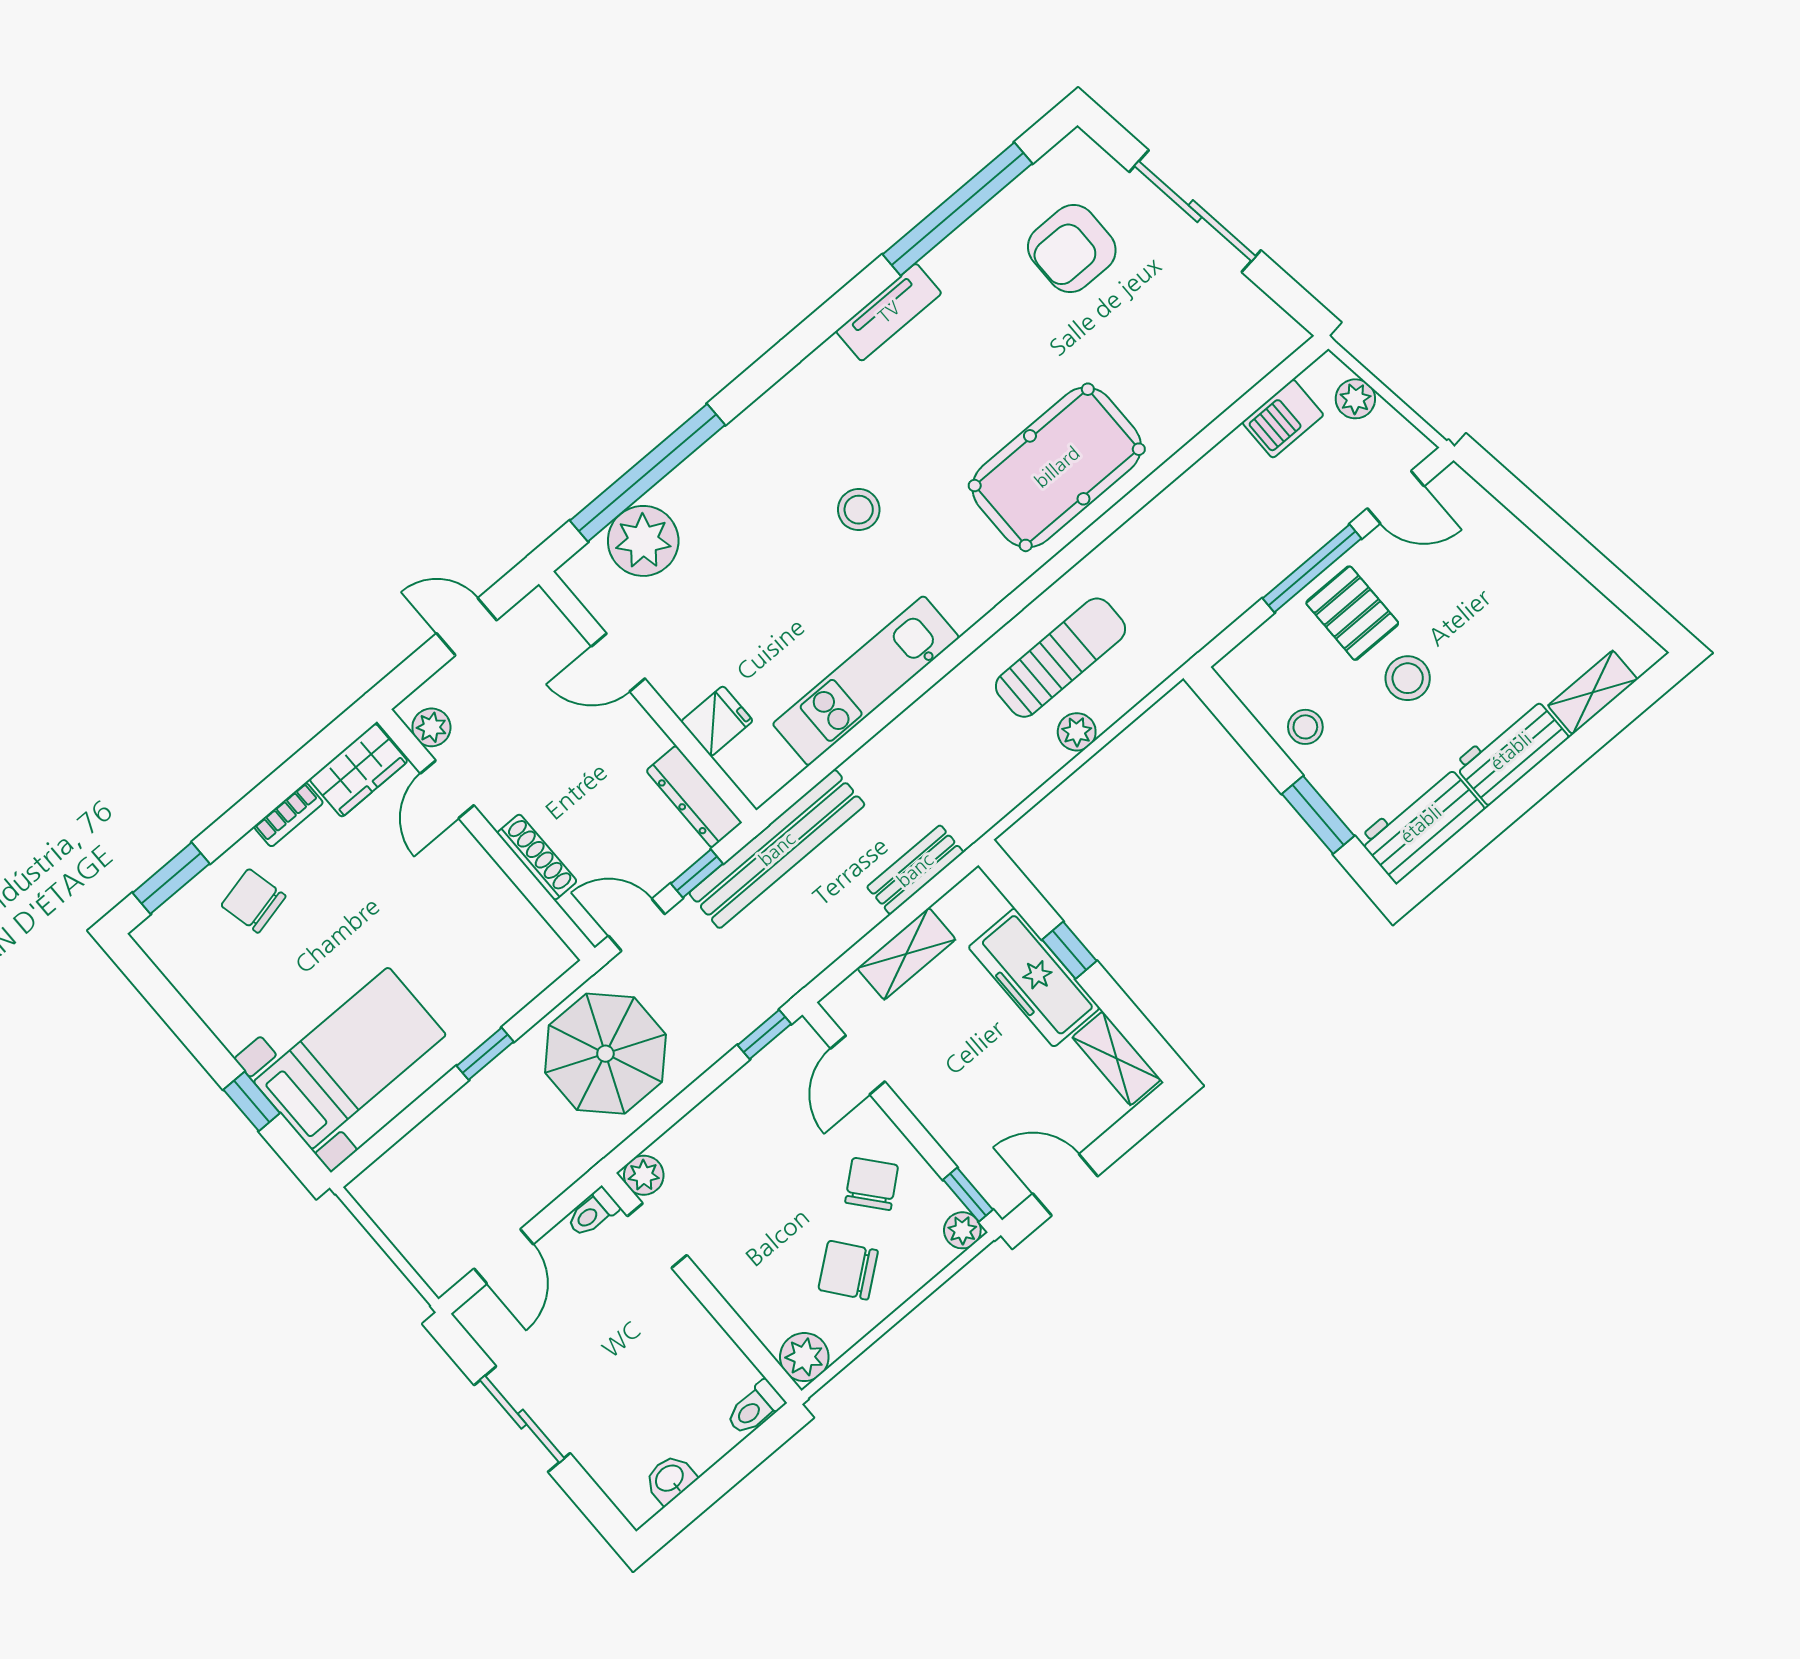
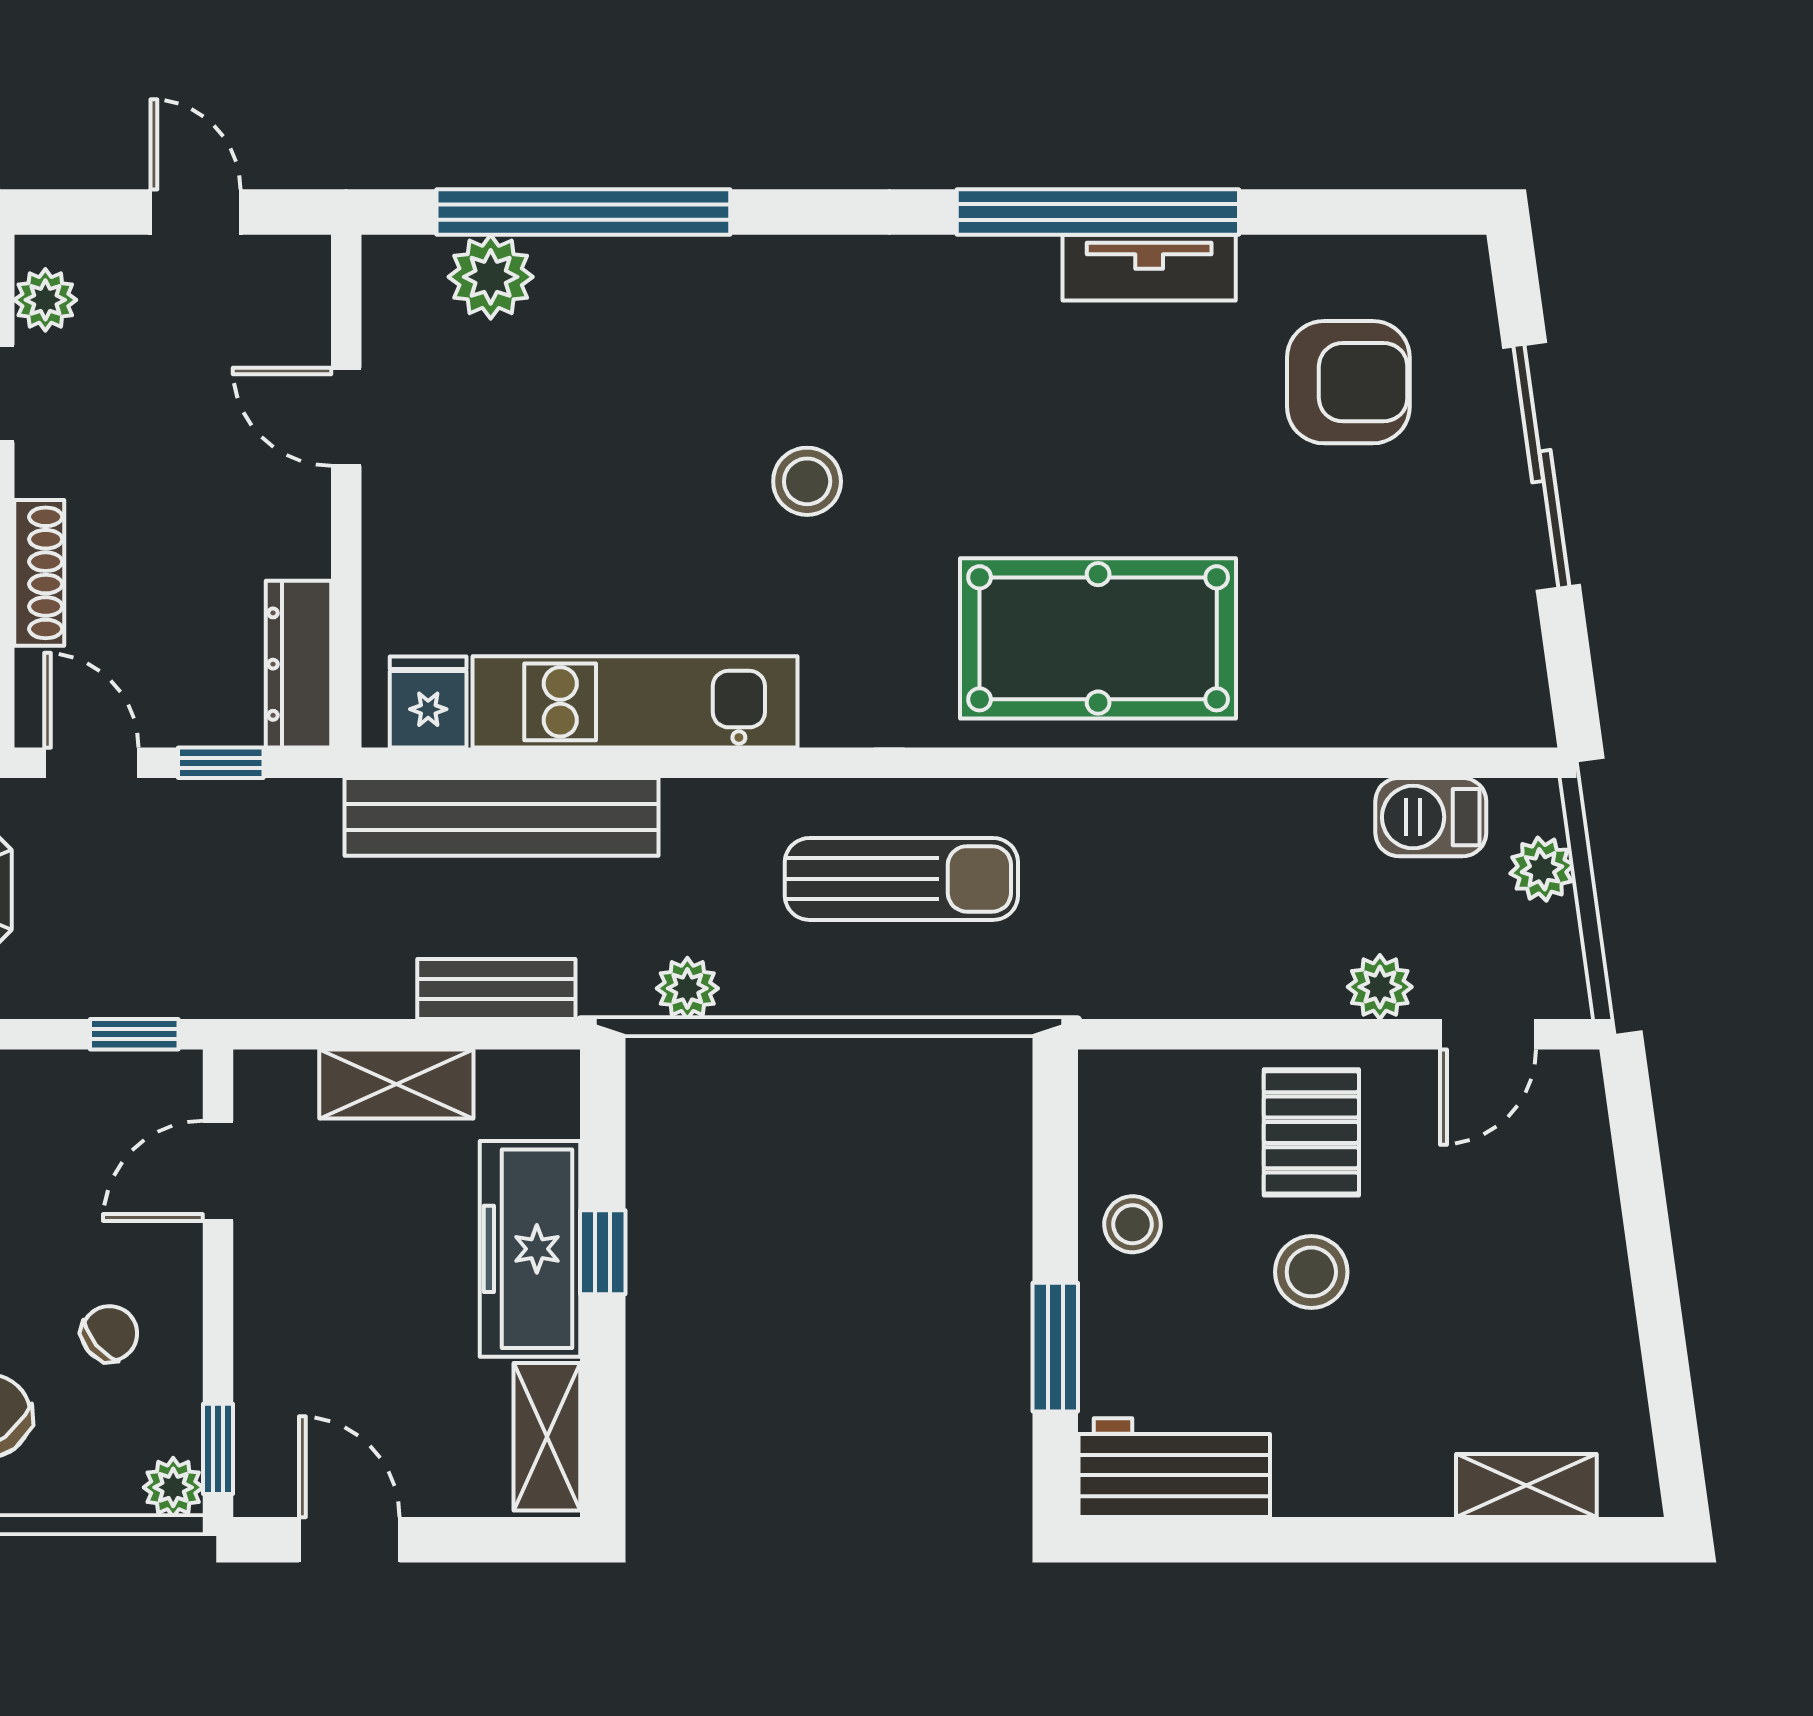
window: (957, 209) -> (1098, 212), moved
armchair: (1072, 249) -> (1348, 382), turned 180
tv unit: (889, 312) -> (1149, 268), moved
door: (1396, 497) -> (1488, 1034), hinge flipped
plant: (1327, 518) -> (1380, 987), added
plant: (643, 541) -> (491, 277), width x0.73, depth x0.73
window: (1312, 568) -> (1309, 1034), removed
fridge: (717, 721) -> (428, 702), moved, turned -90
plant: (1077, 732) -> (687, 988), moved
workbench: (1511, 751) -> (1363, 1472), removed
bench: (777, 849) -> (501, 817), moved
chair: (872, 1184) -> (109, 1334), width x0.73, depth x0.73

